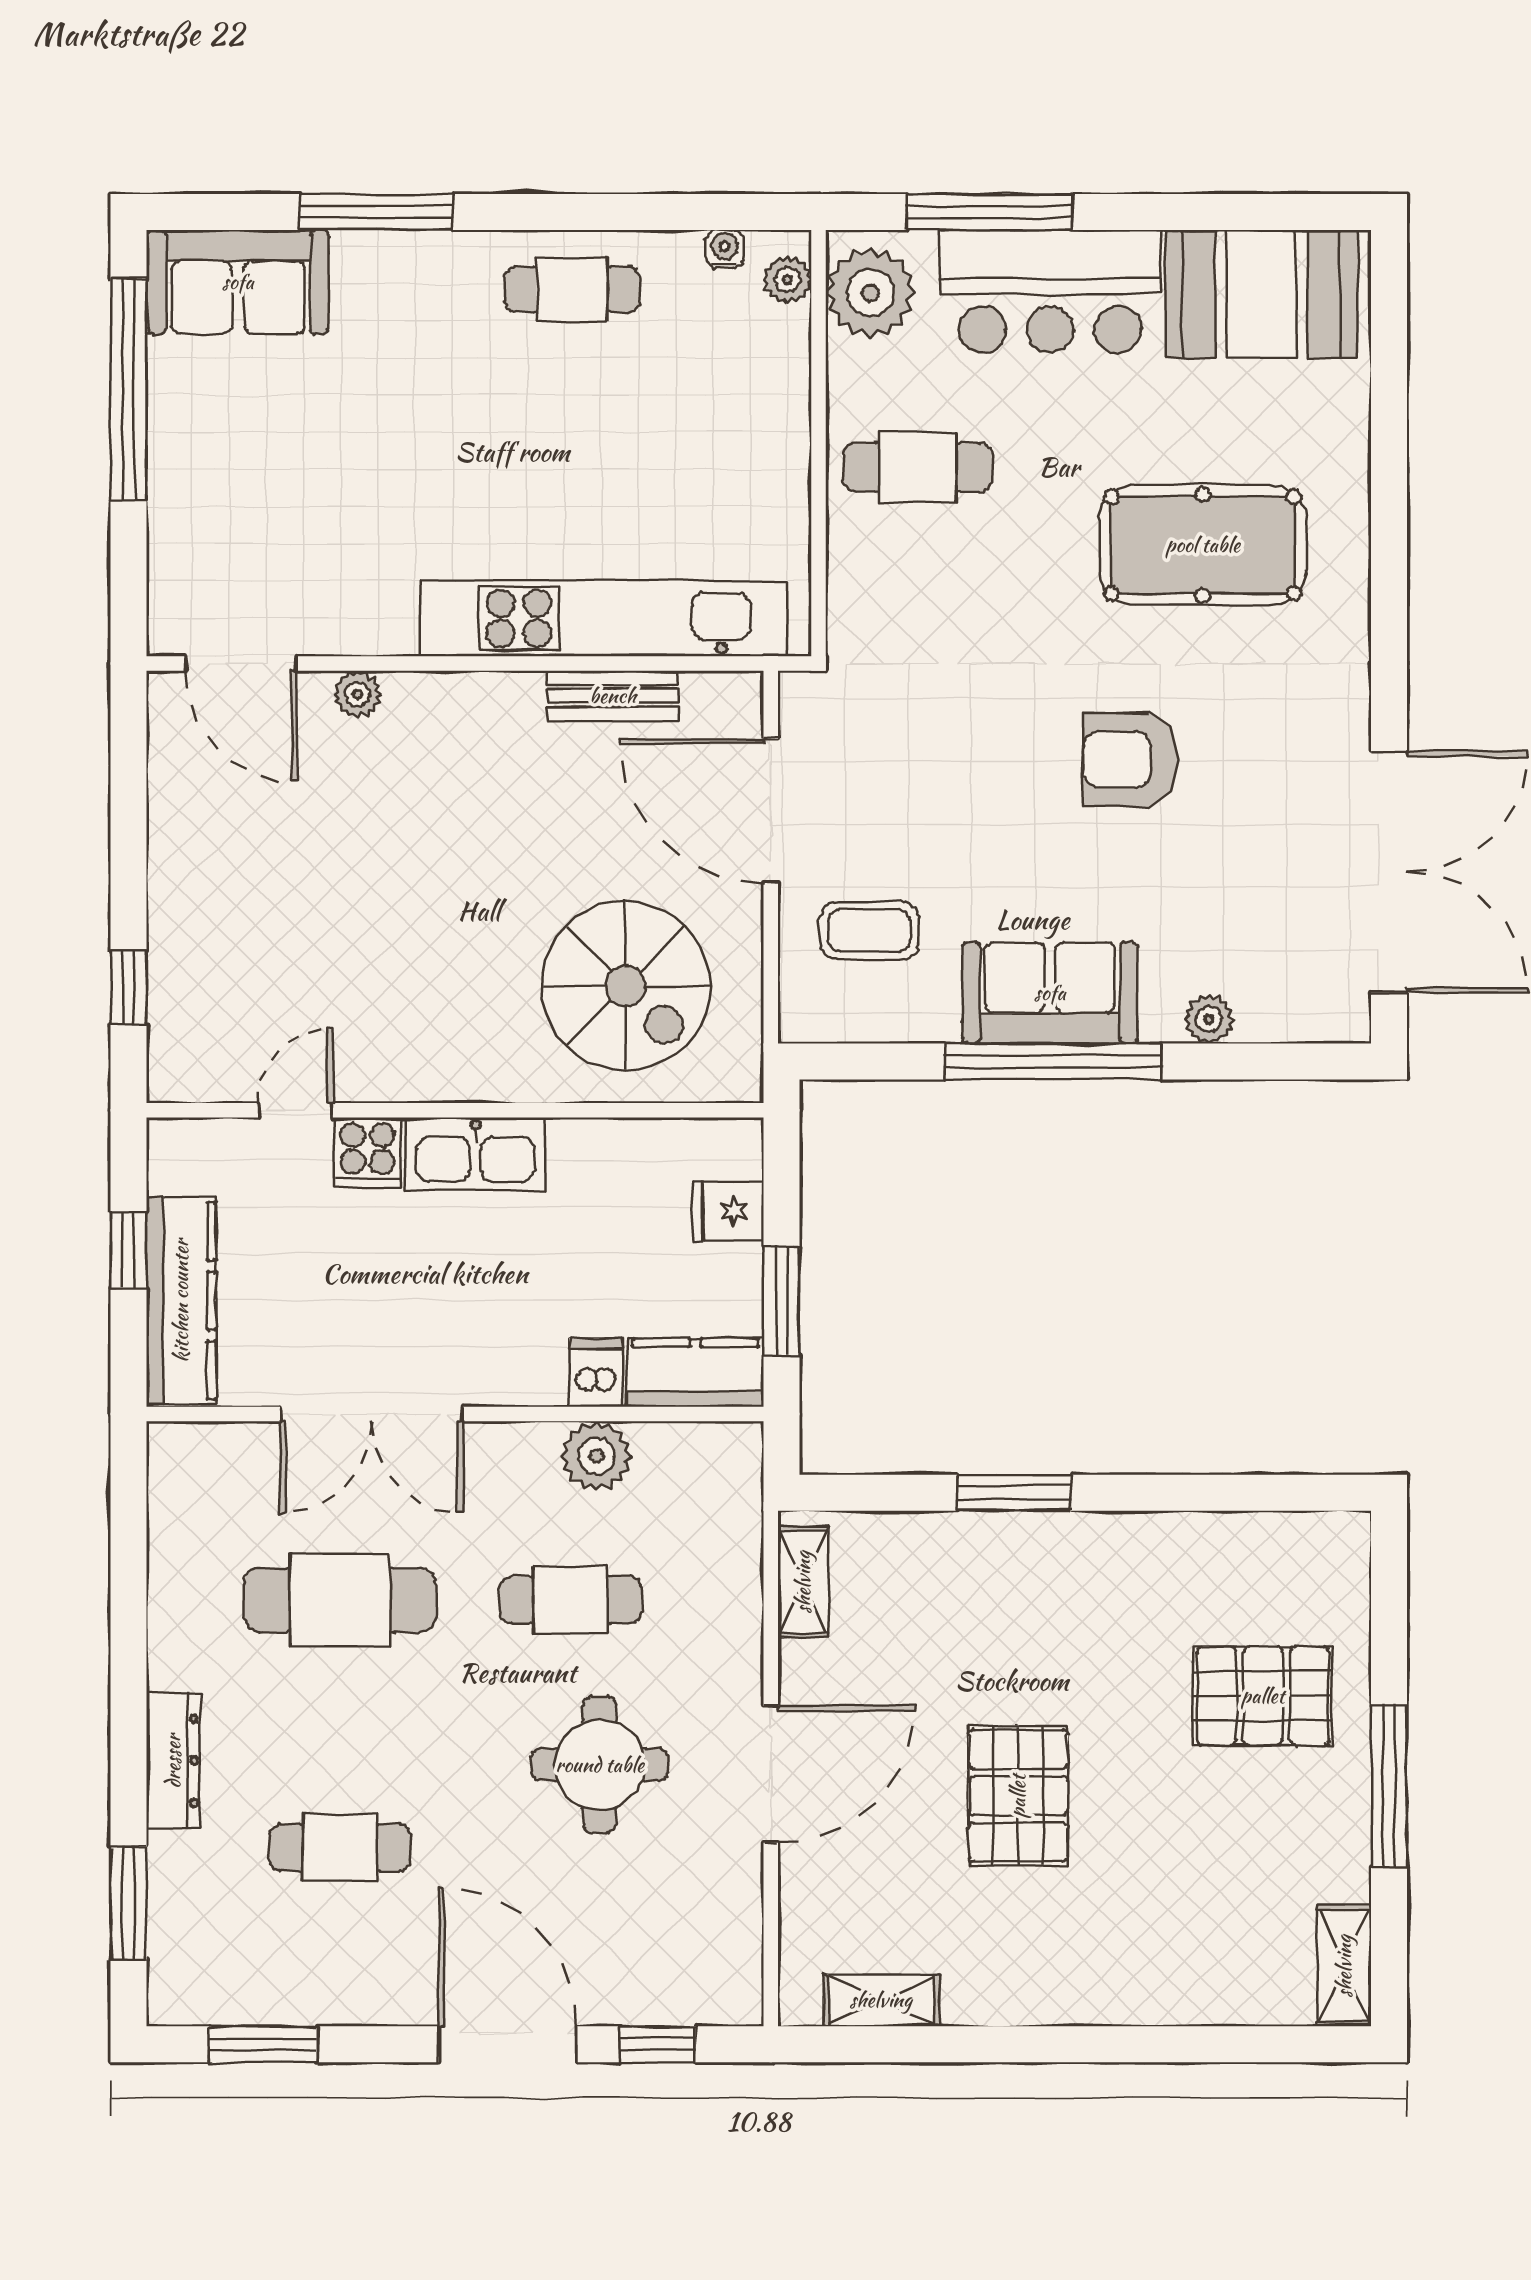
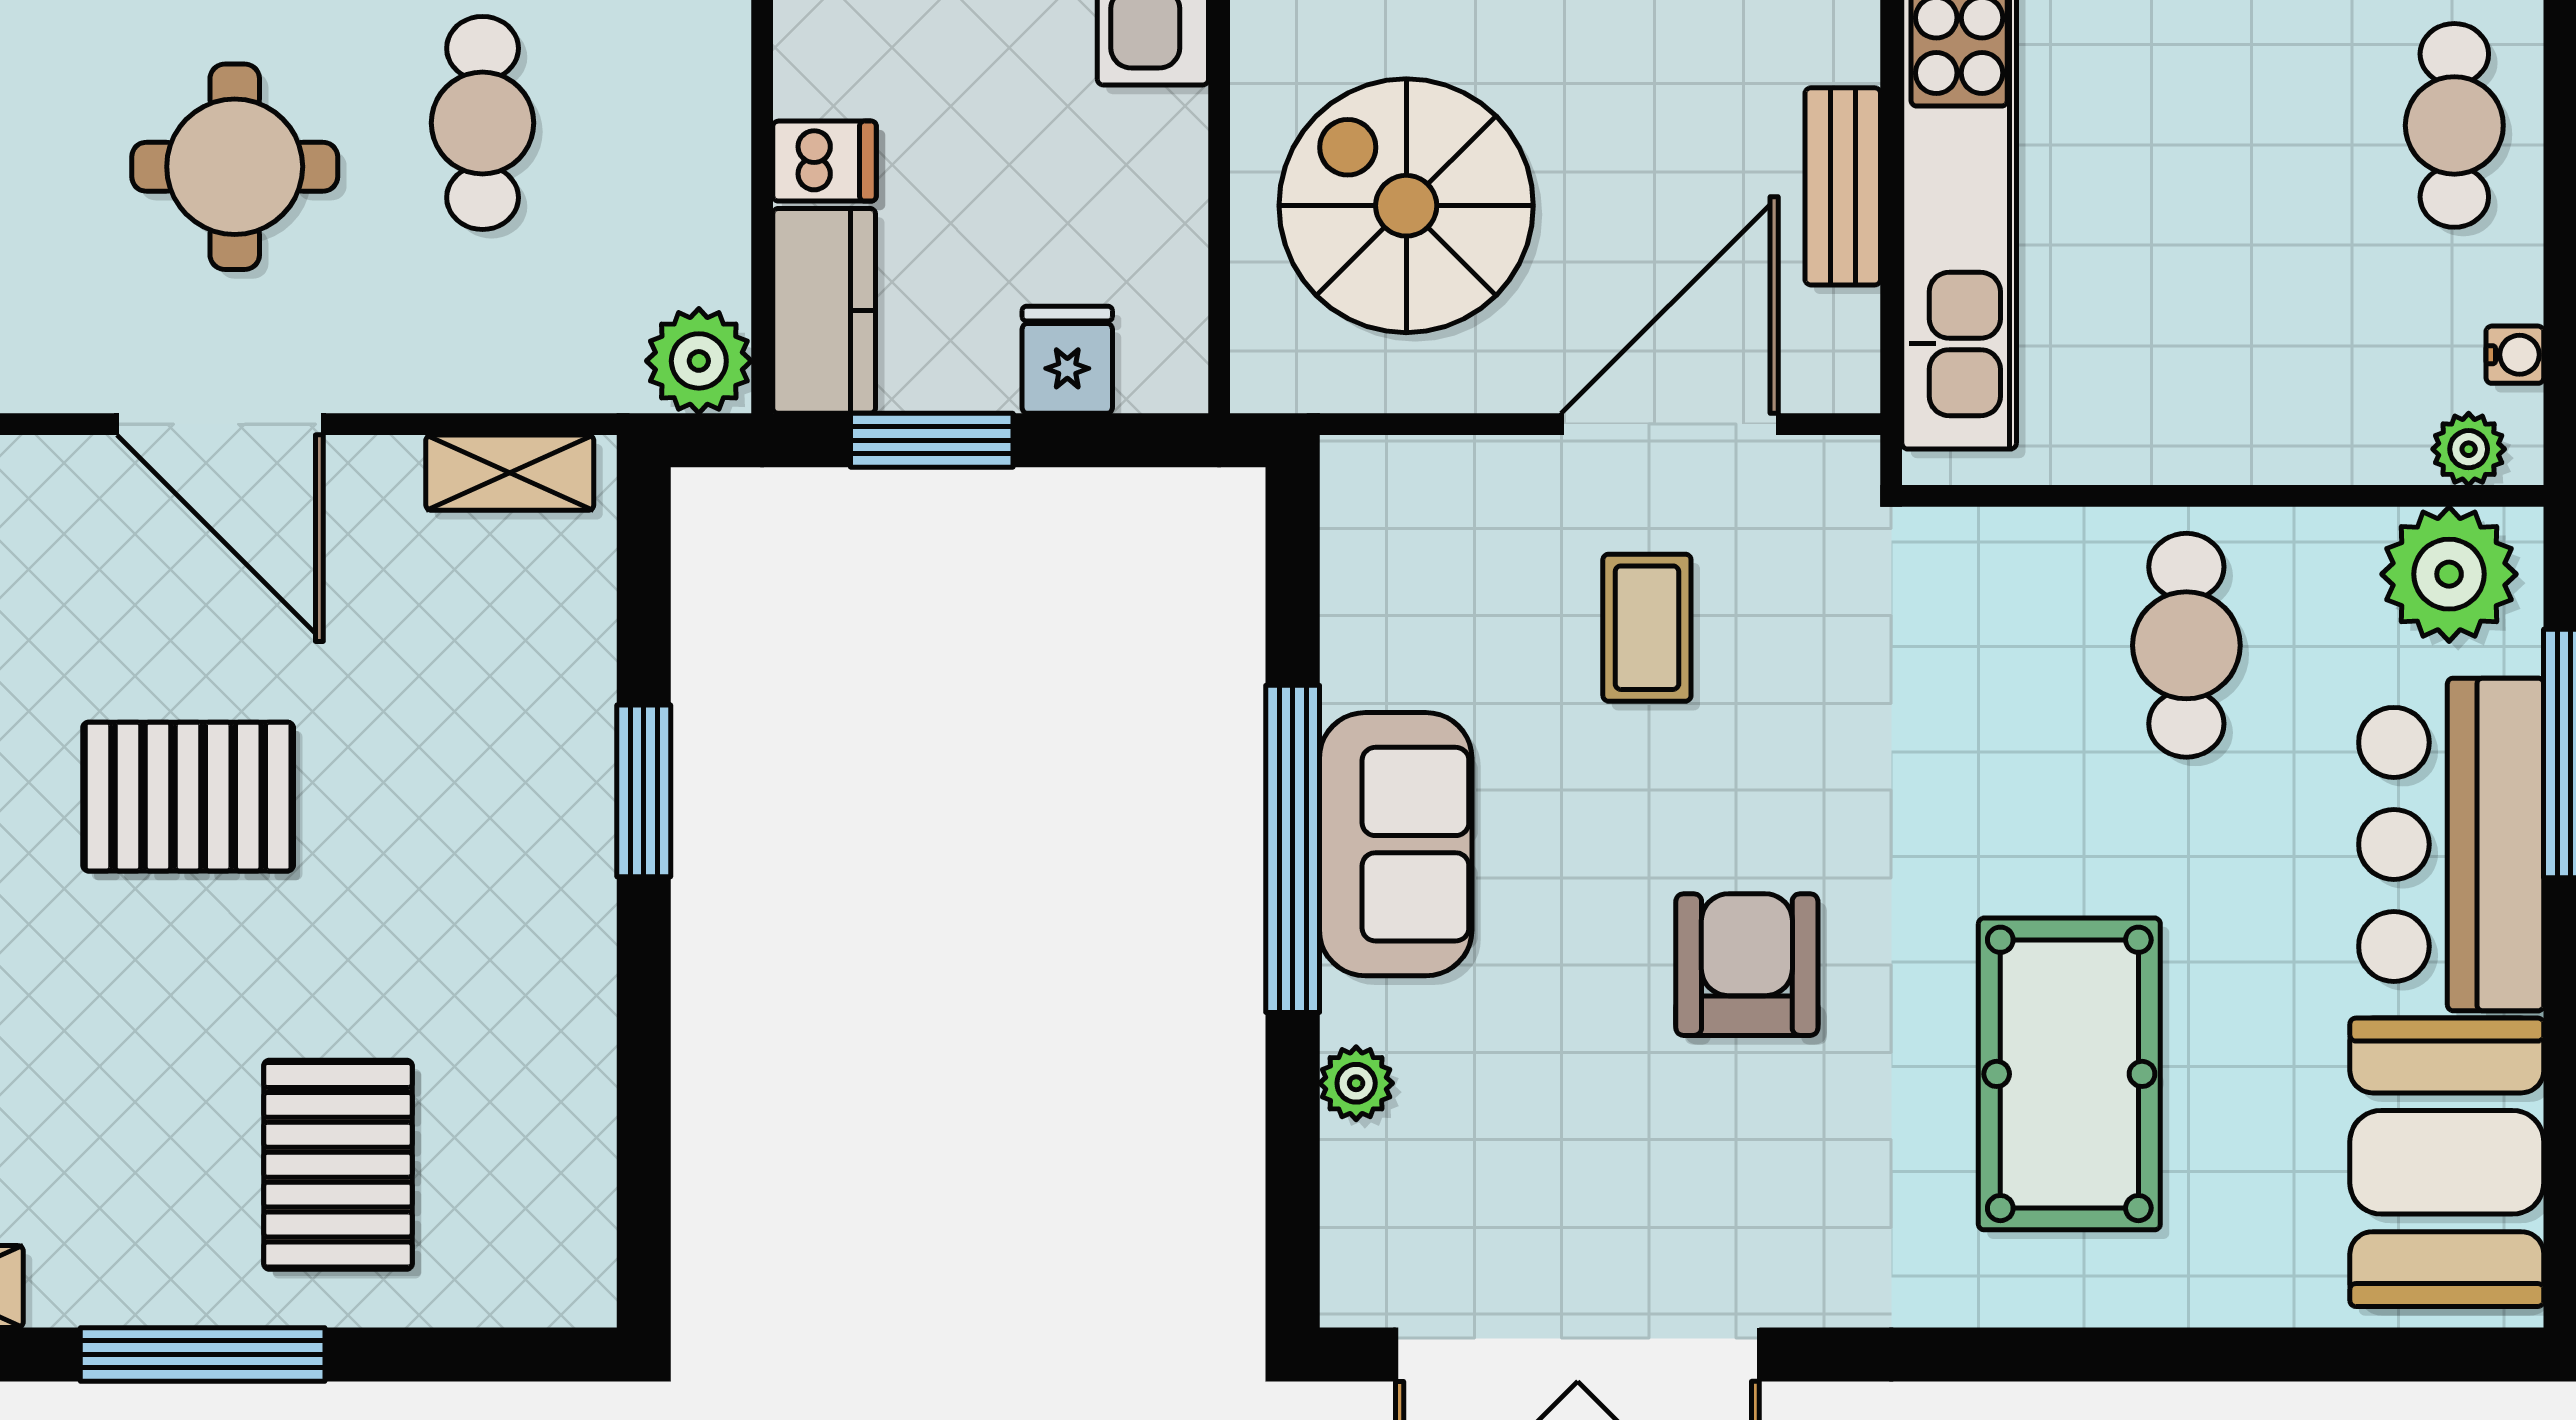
coffee table: (869, 931) -> (1647, 628), moved
spiral stairs: (626, 986) -> (1406, 206), turned 90
plant: (596, 1456) -> (699, 361), moved

